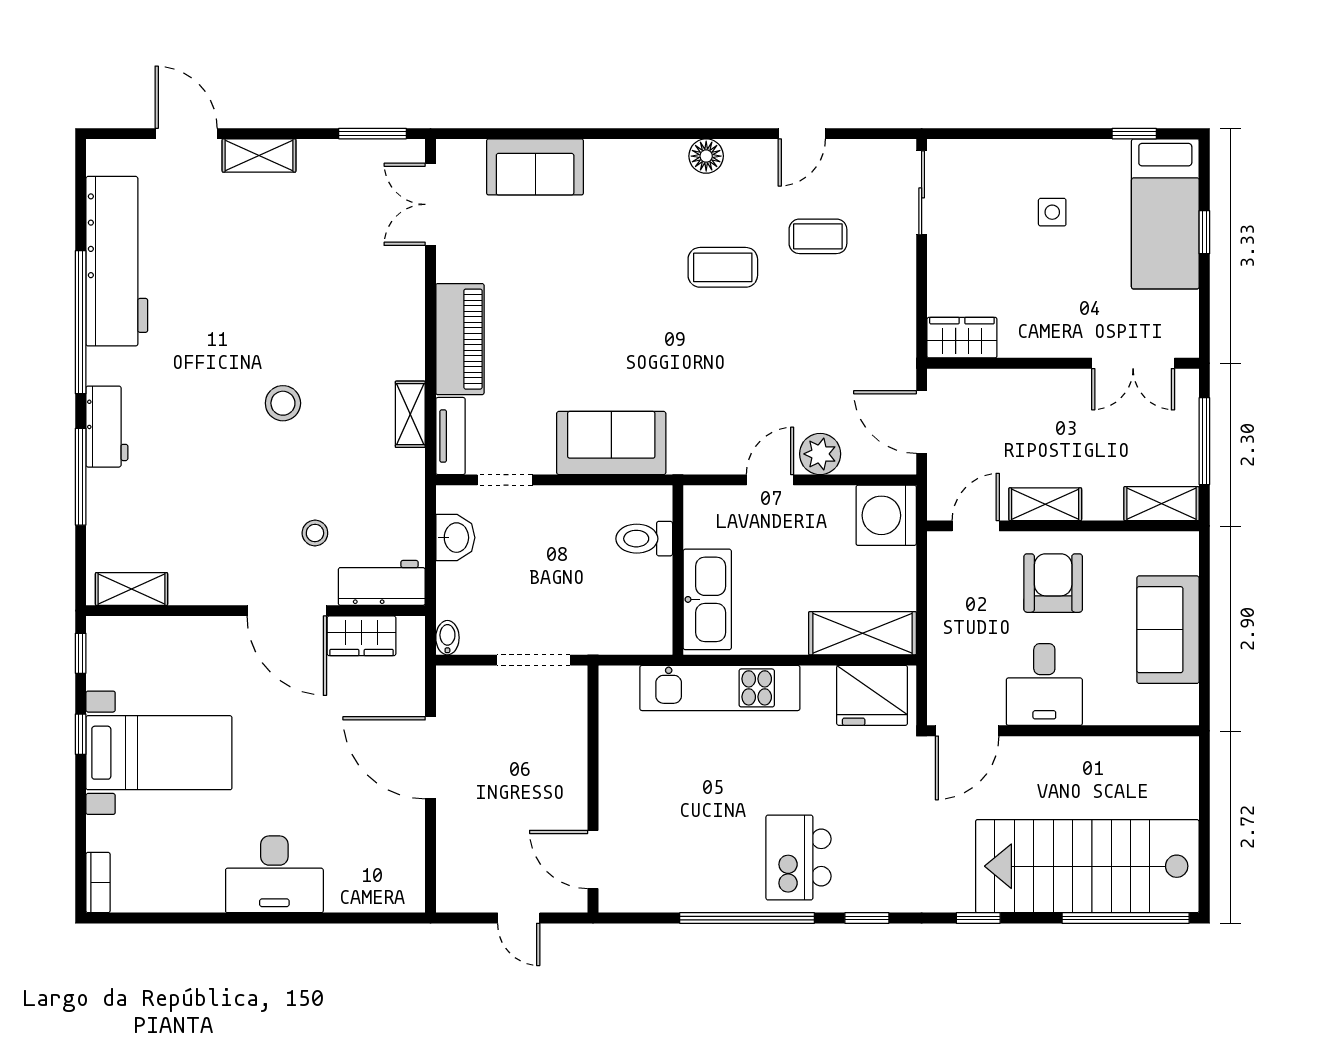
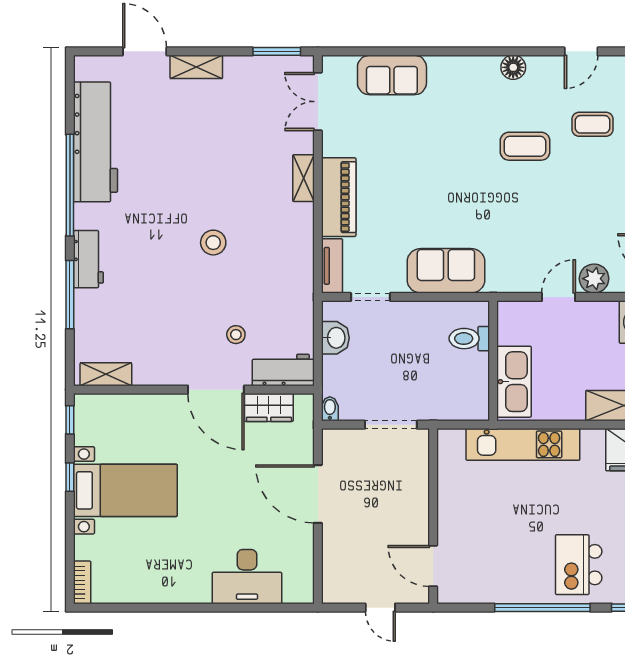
shelving: (410, 414) -> (303, 178), moved
desk: (274, 874) -> (247, 577), moved

